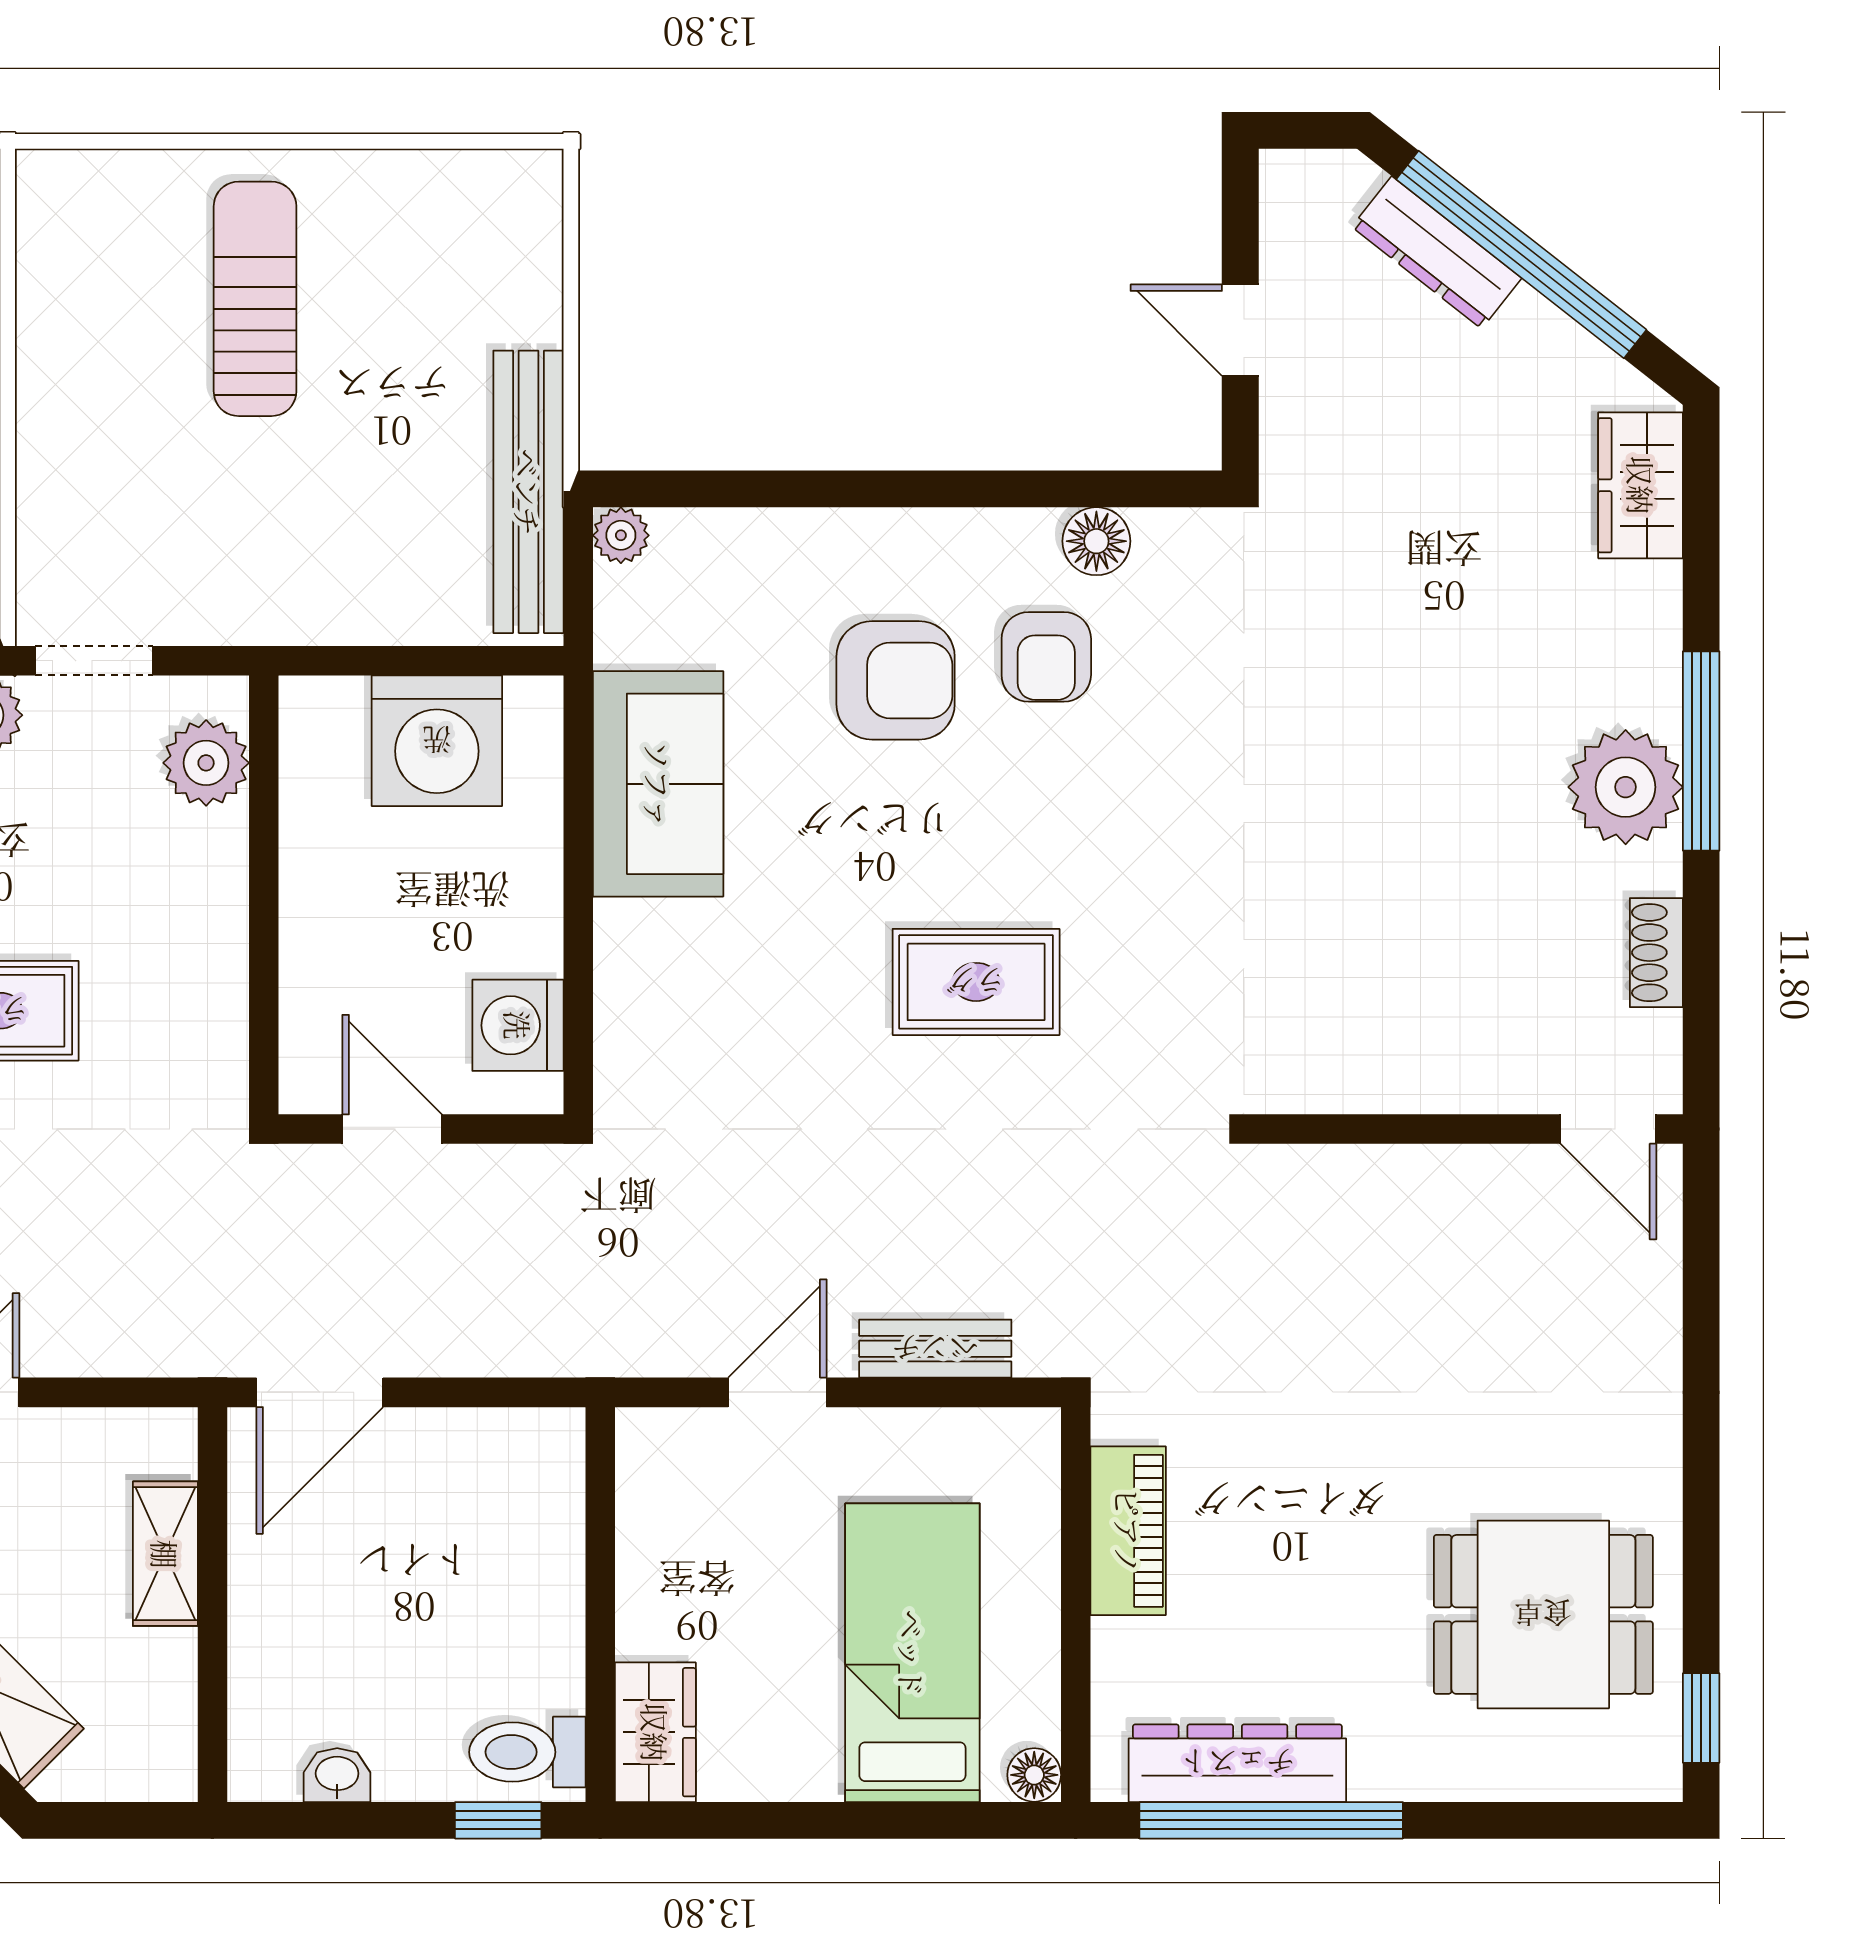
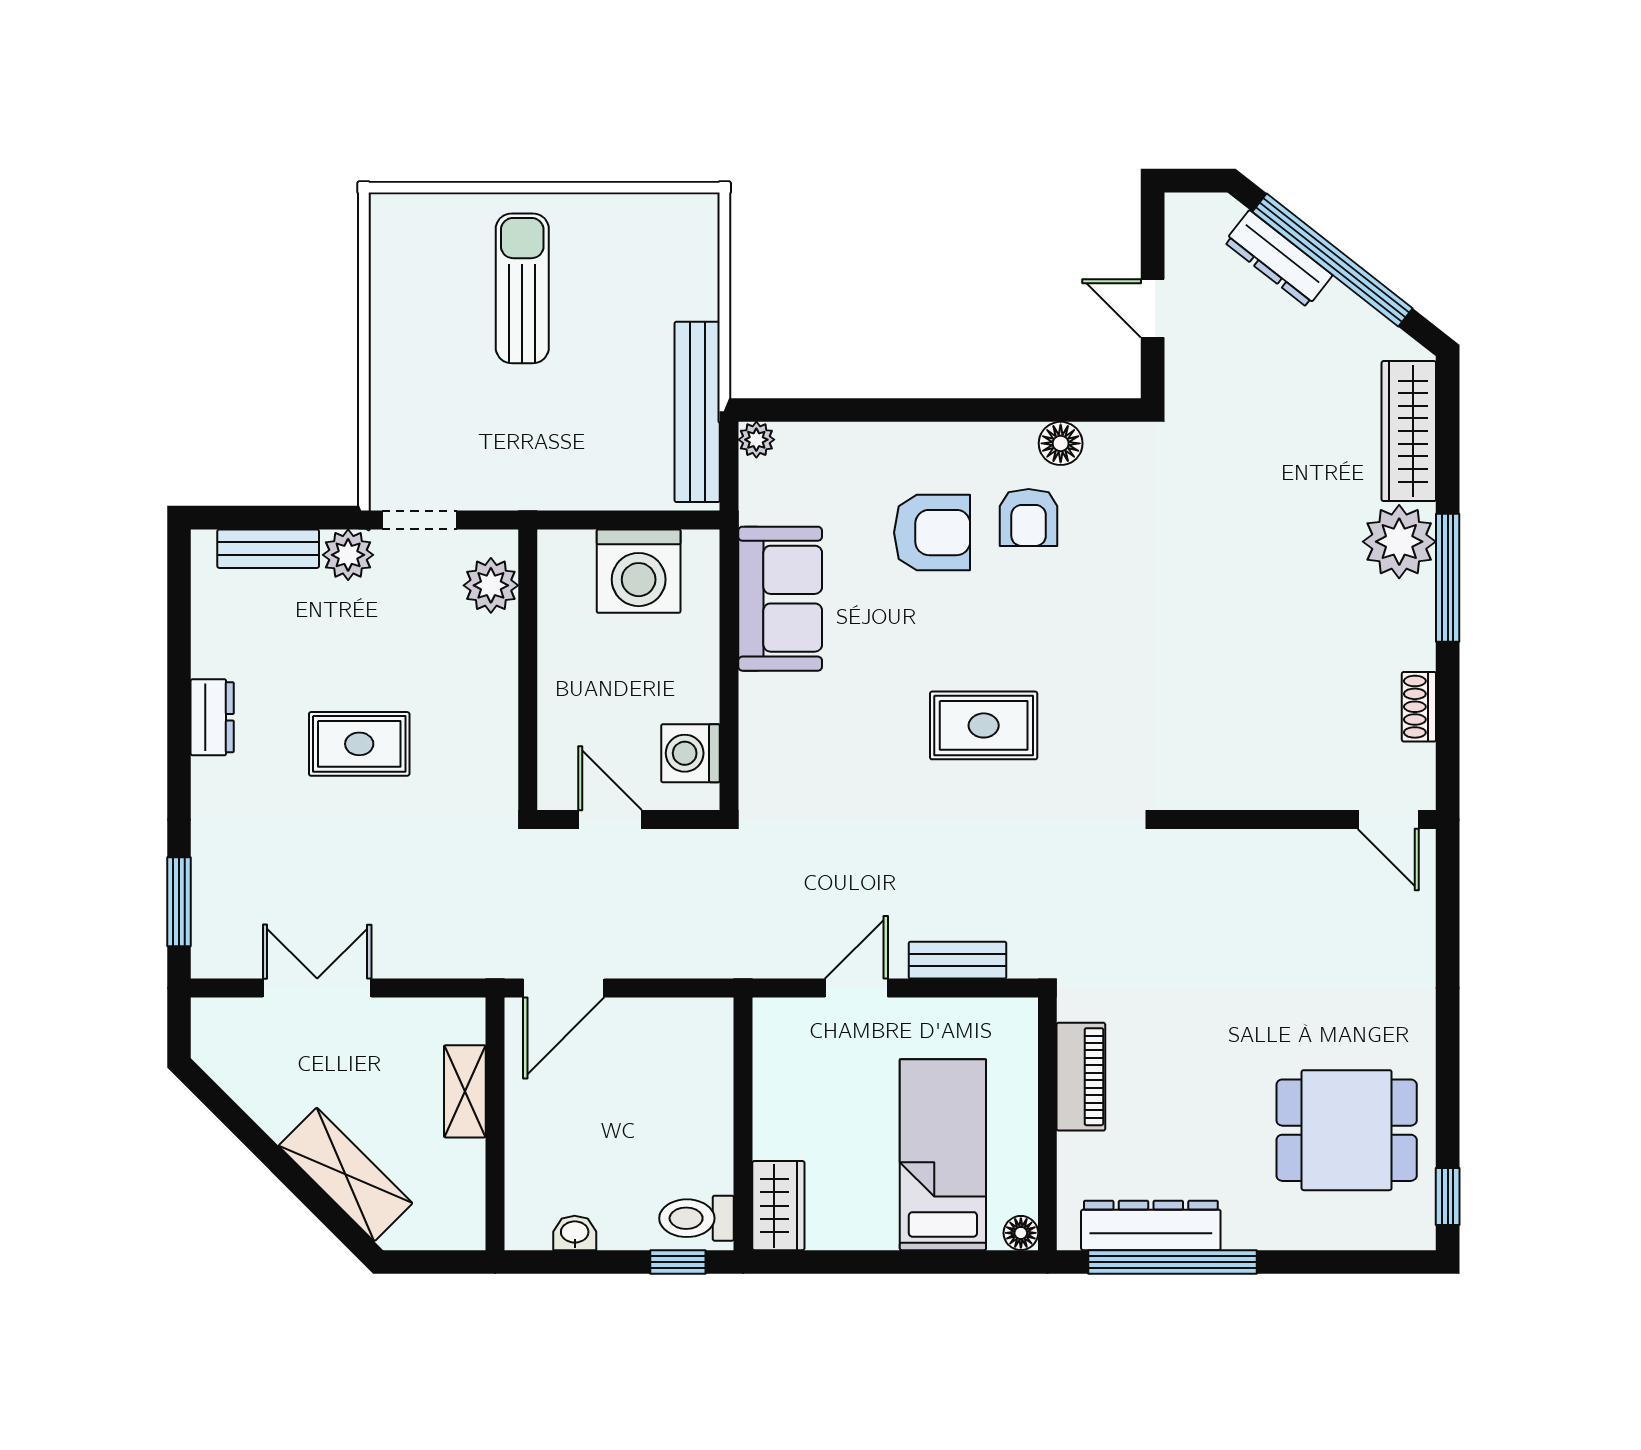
wardrobe: (1641, 485) -> (1409, 431), width x1.50
plant: (1626, 787) -> (1399, 542), moved

